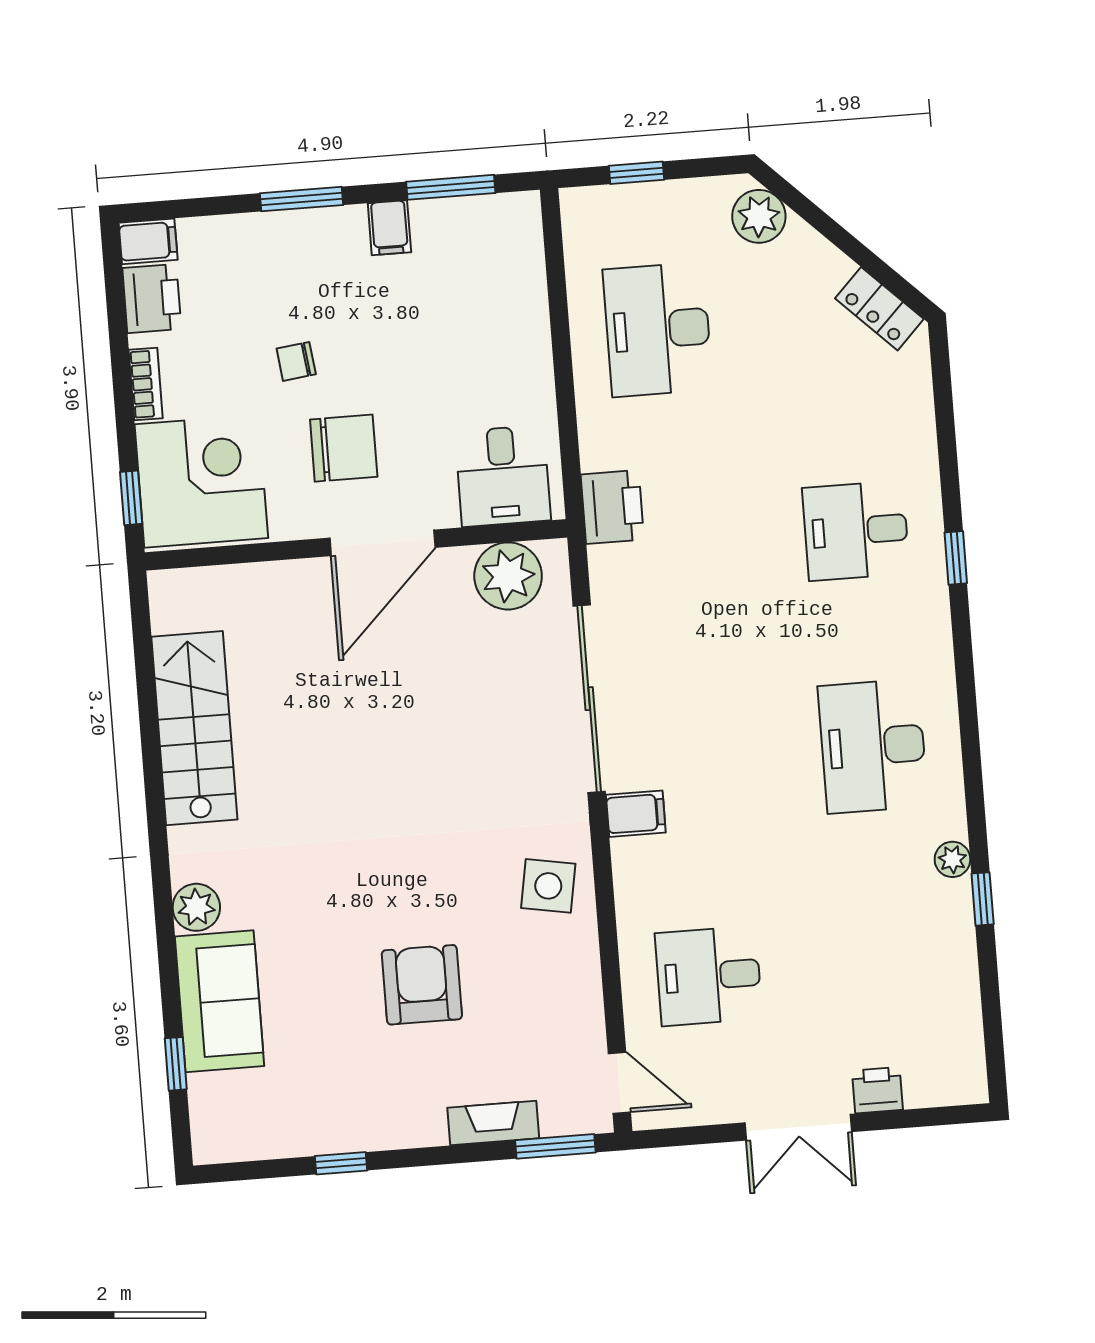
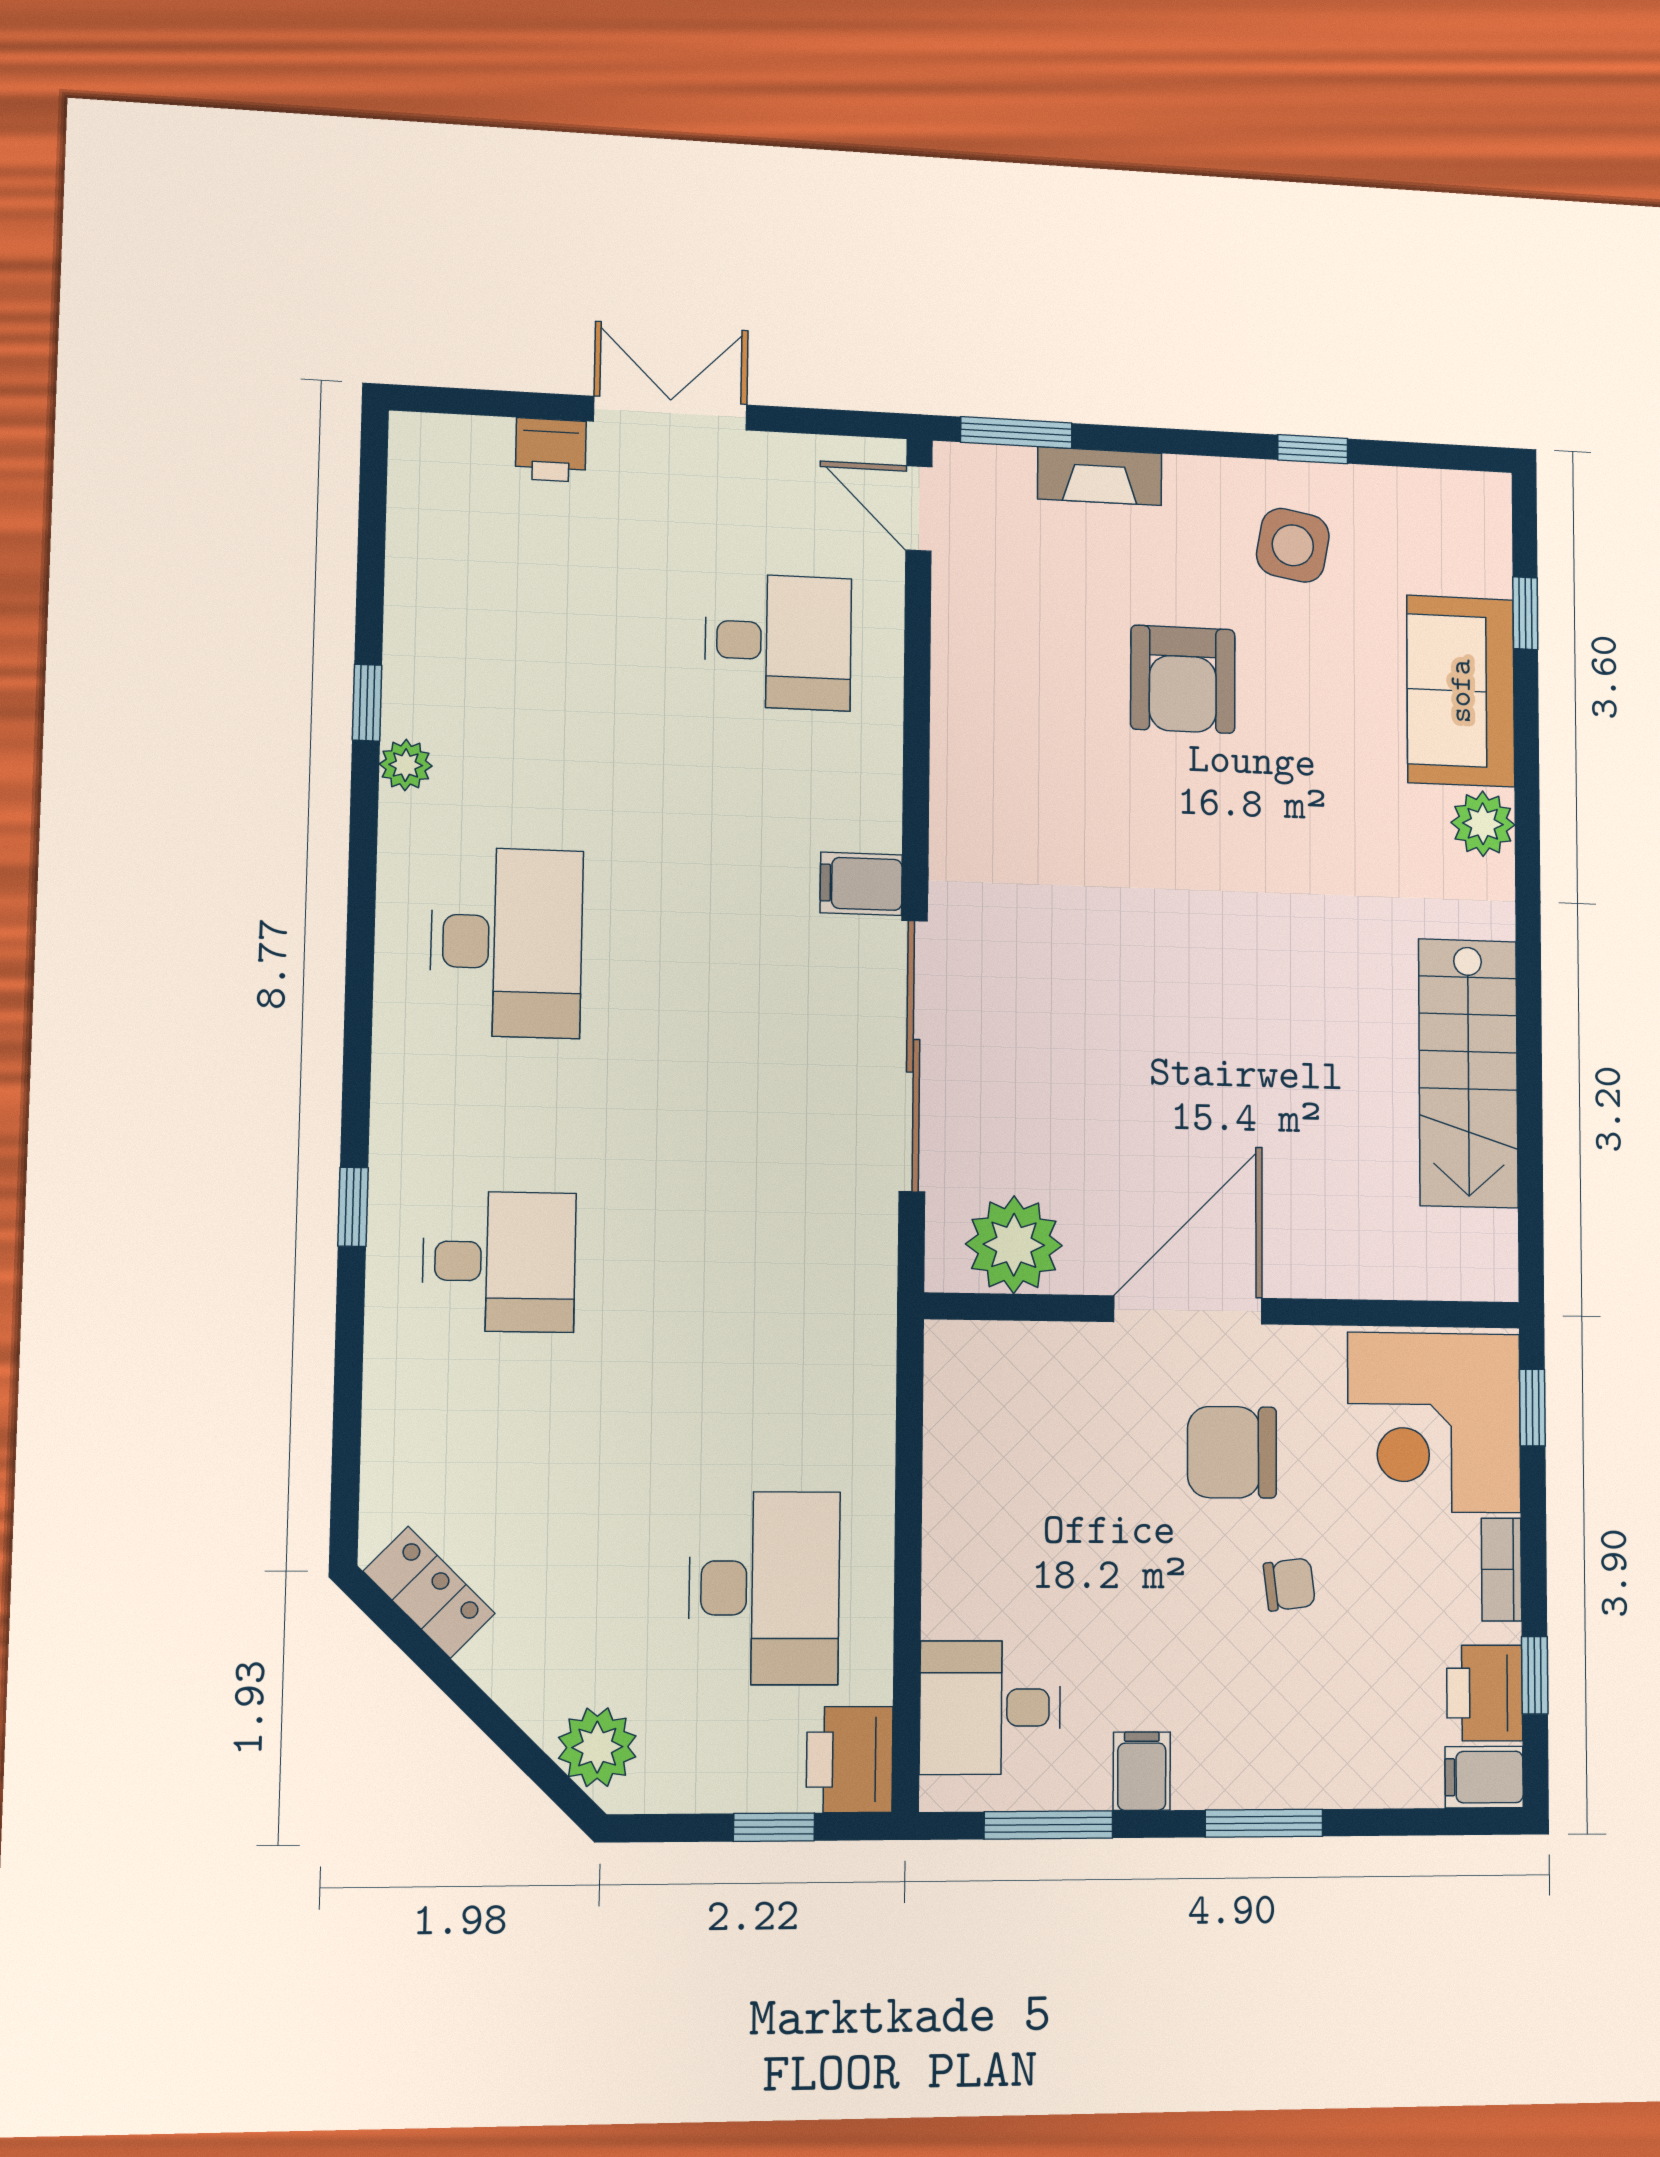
window: (117, 313) -> (1535, 1675), added
desk: (503, 476) -> (990, 1708), moved, turned -90
printer: (612, 507) -> (850, 1759), moved
side table: (548, 886) -> (1293, 545), moved

